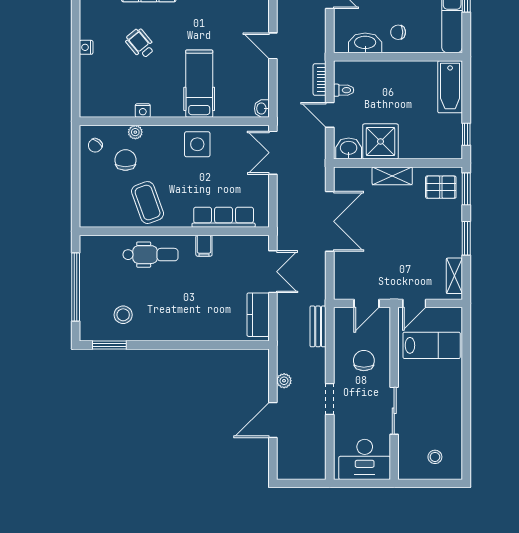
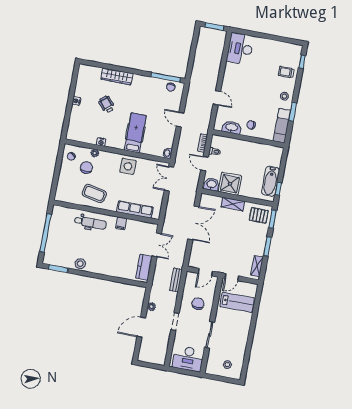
bathtub: (450, 87) -> (270, 181), moved
coffee table: (148, 203) -> (94, 193), turned -58
stool: (123, 315) -> (80, 264), moved

